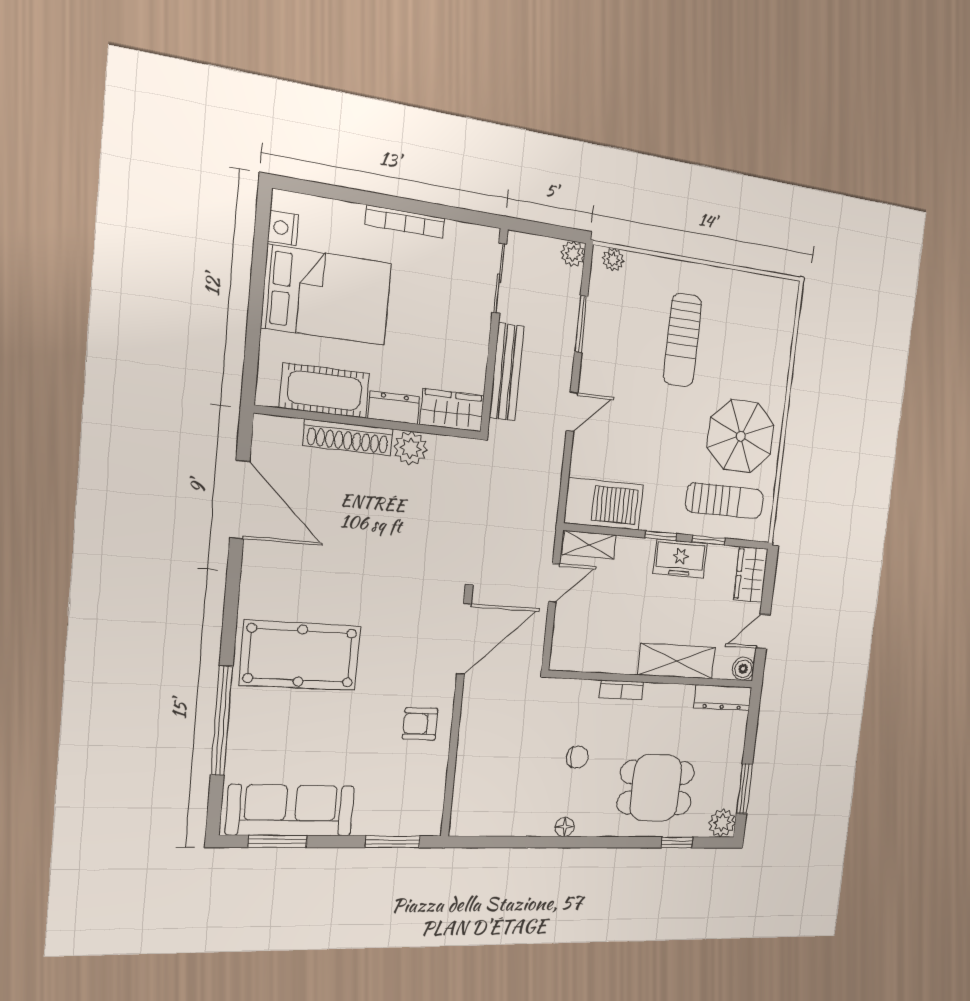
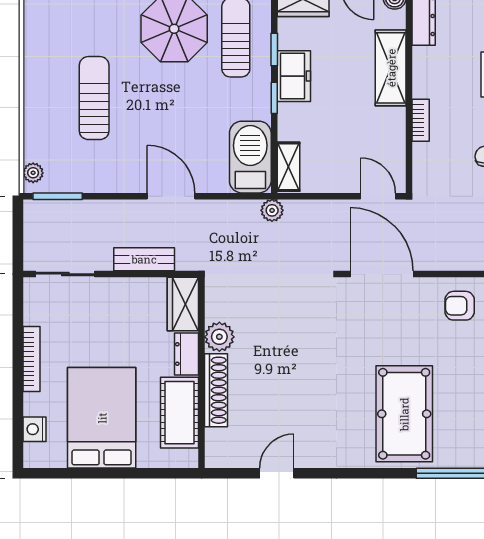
nightstand: (283, 228) -> (34, 429), moved, turned 90
plant: (573, 254) -> (272, 210), moved
window: (581, 324) -> (58, 196), moved
sun lounger: (683, 340) -> (94, 98), turned -90
bench: (507, 372) -> (144, 259), width x0.73
door: (572, 412) -> (171, 196), width x1.38
door: (240, 500) -> (277, 473), width x0.53
door: (554, 583) -> (378, 196), moved
armchair: (420, 724) -> (460, 306), turned 90

